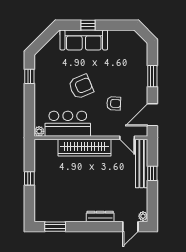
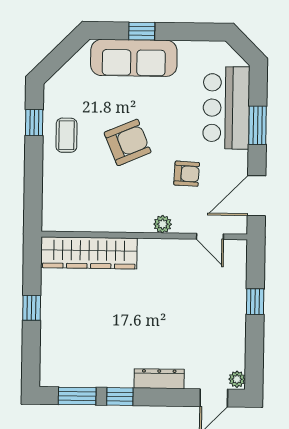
coffee table: (47, 83) -> (66, 135), added
bar counter: (68, 124) -> (226, 108), moved, turned -90
plant: (39, 131) -> (163, 224), moved
wardrobe: (85, 148) -> (89, 253), moved
bench: (142, 164) -> (236, 284), removed
window: (79, 227) -> (120, 397), added

